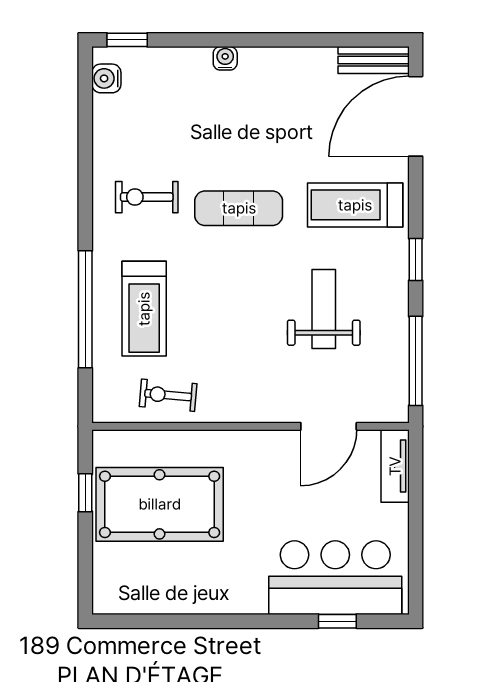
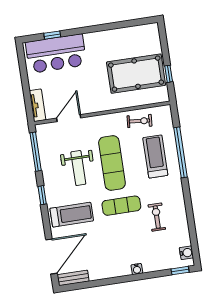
exercise bike: (147, 197) -> (157, 217), moved, turned -90
exercise mat: (245, 309) -> (112, 163), added

